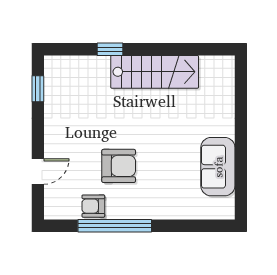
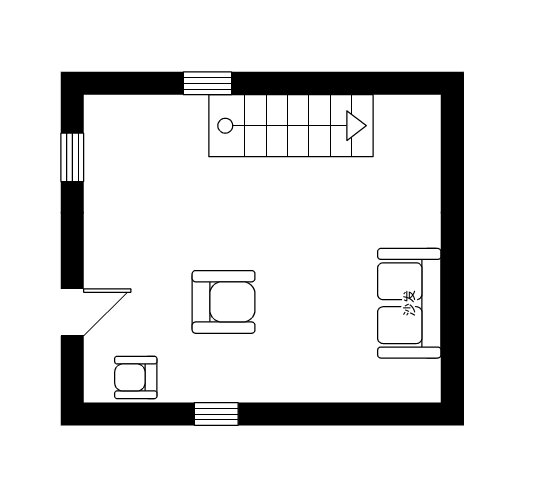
armchair: (93, 206) -> (136, 377), moved
window: (115, 226) -> (216, 414), width x0.32

